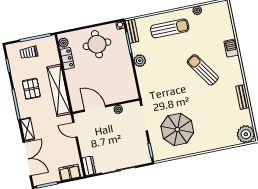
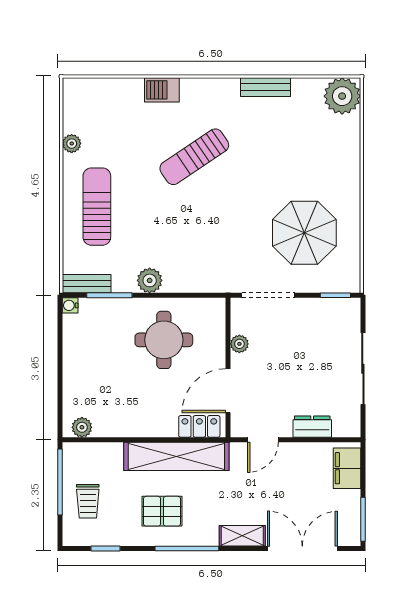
round table: (97, 44) -> (164, 340), moved
locker: (67, 58) -> (199, 426), moved
dresser: (89, 166) -> (312, 427), moved

